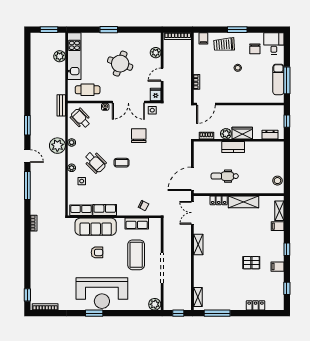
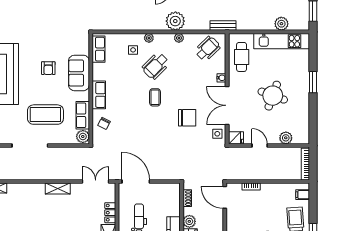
row of seats: (105, 210) -> (99, 95), moved
plant: (155, 223) -> (83, 137), added
sofa: (96, 227) -> (79, 73), width x0.73

